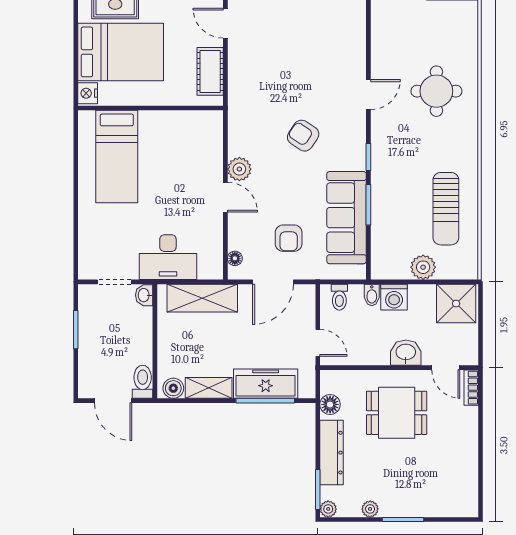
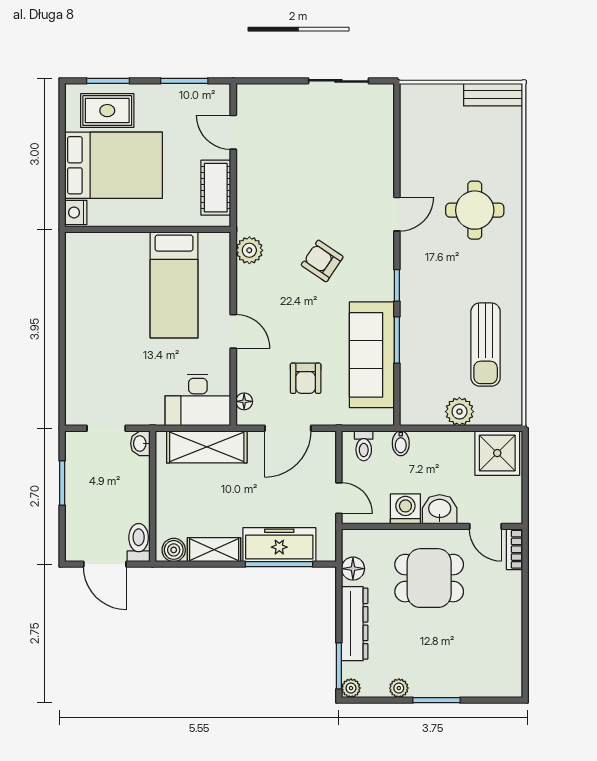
bed: (117, 157) -> (174, 285), moved
plant: (239, 169) -> (249, 250), moved
desk: (168, 257) -> (198, 400), moved
washing machine: (394, 297) -> (405, 509), moved, turned 180

